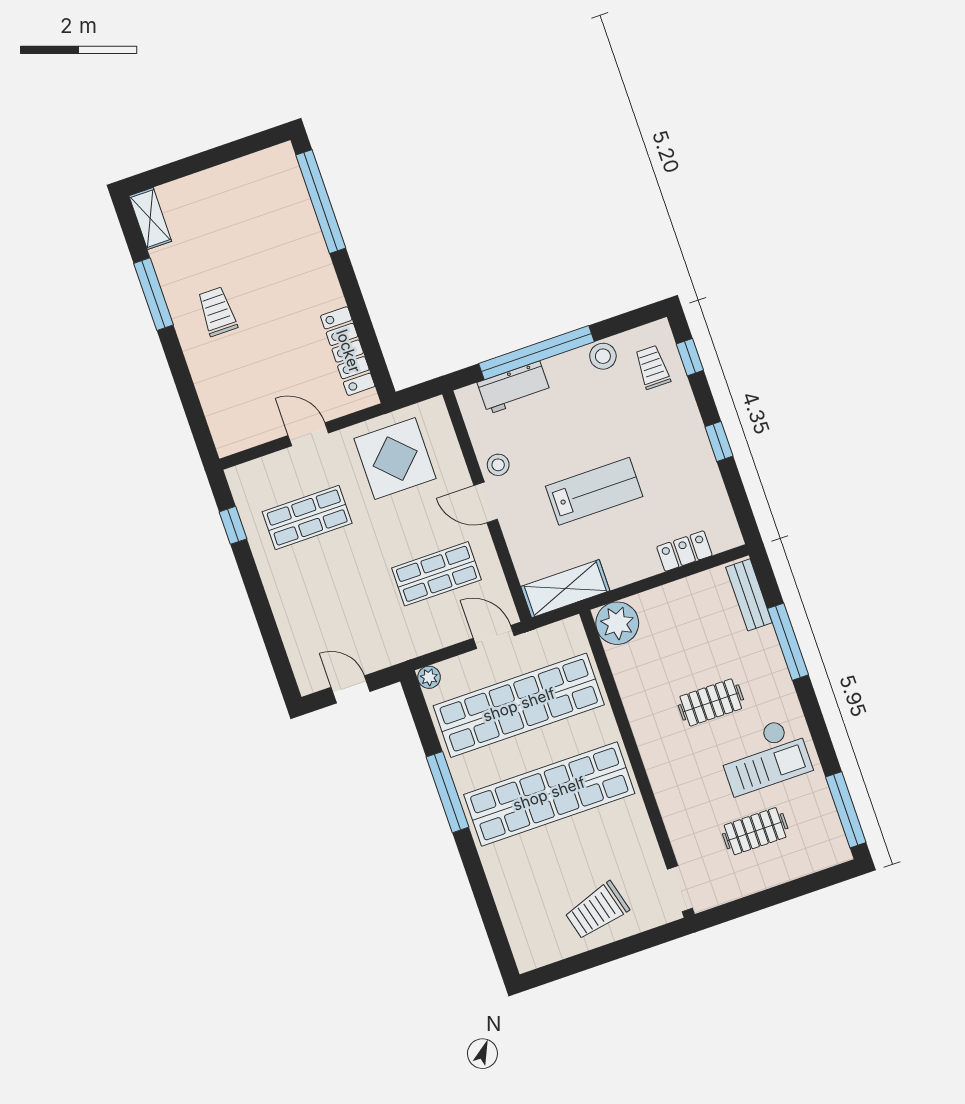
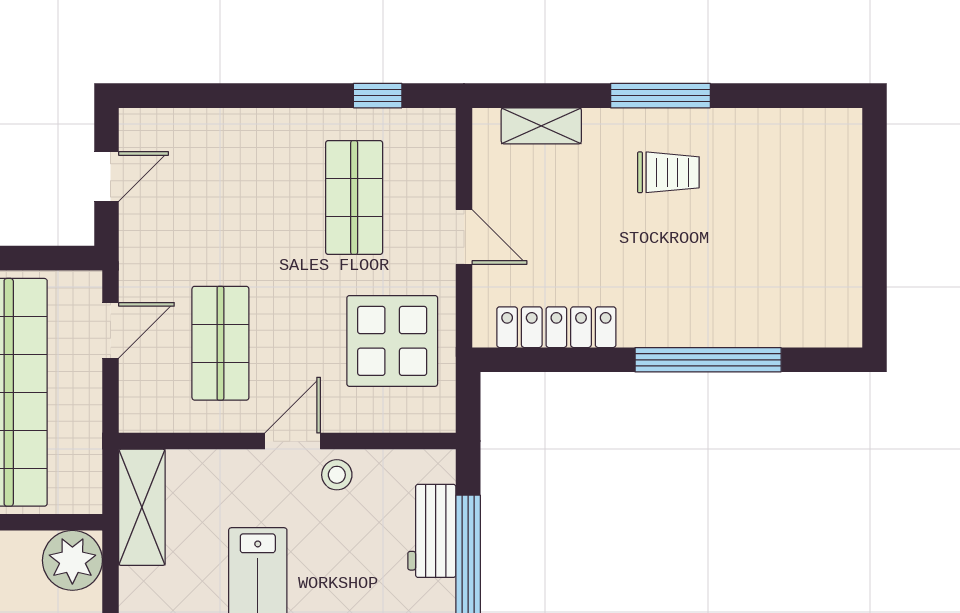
window: (321, 202) -> (708, 360), moved
shelving: (150, 219) -> (541, 126), moved
window: (153, 294) -> (660, 96), moved
door: (308, 434) -> (464, 237), hinge flipped
door: (494, 637) -> (111, 330), moved
plant: (429, 677) -> (87, 286), removed

